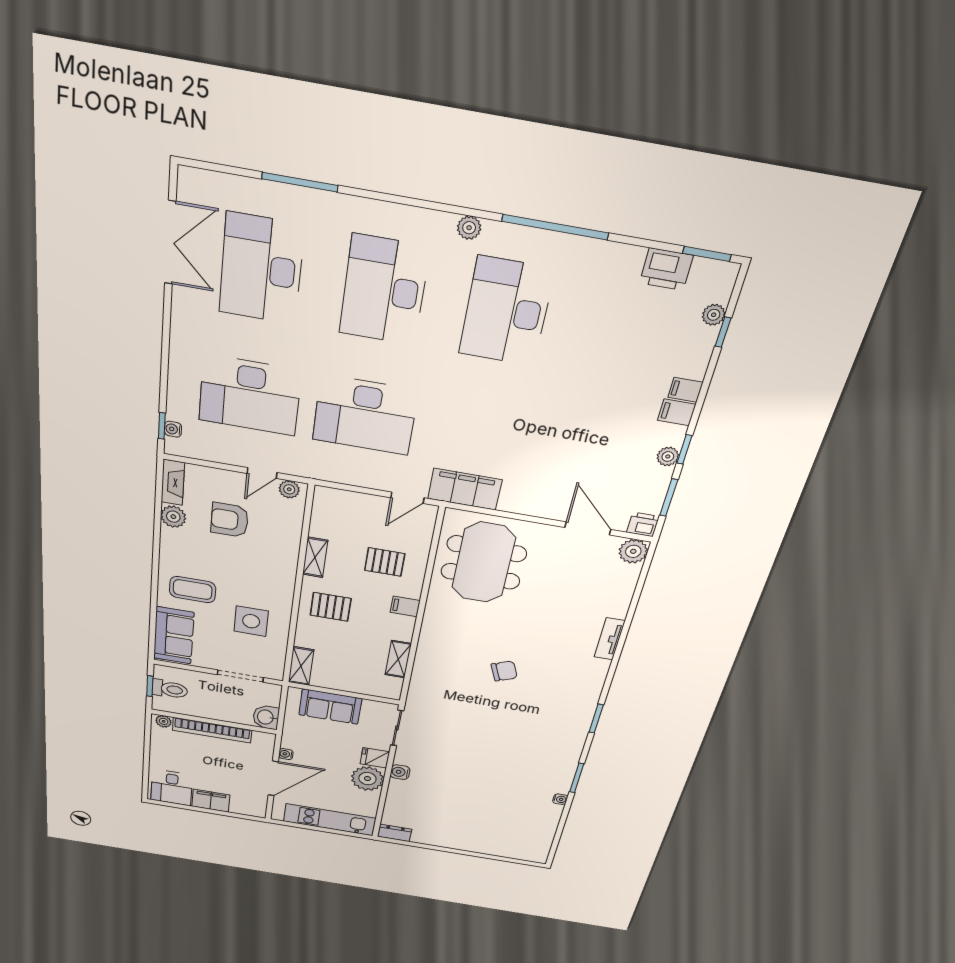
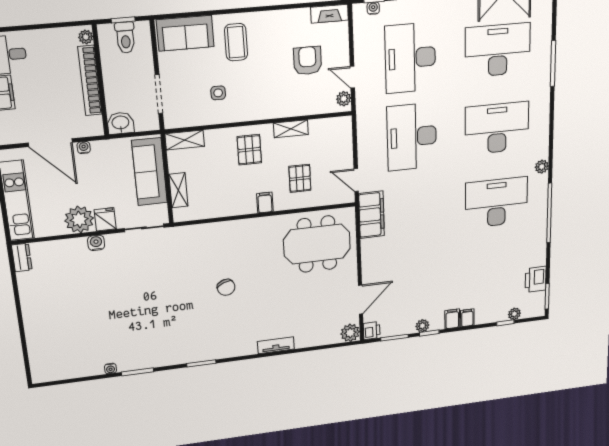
plant: (173, 517) -> (300, 18), removed
side table: (251, 621) -> (218, 93), width x0.54, depth x0.54
shelving: (398, 659) -> (178, 190), moved, turned 90
sofa: (330, 707) -> (149, 172), width x1.36

